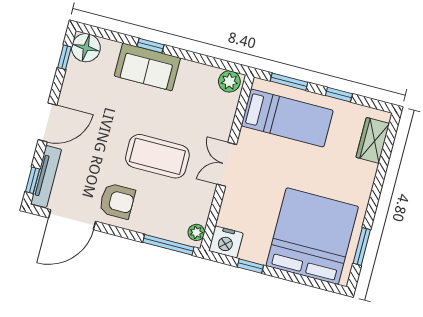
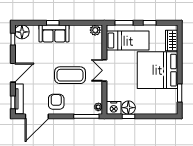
armchair: (117, 201) -> (56, 102), turned -90
bed: (312, 236) -> (157, 70), moved, turned -90
floor lamp: (255, 249) -> (128, 108), added

